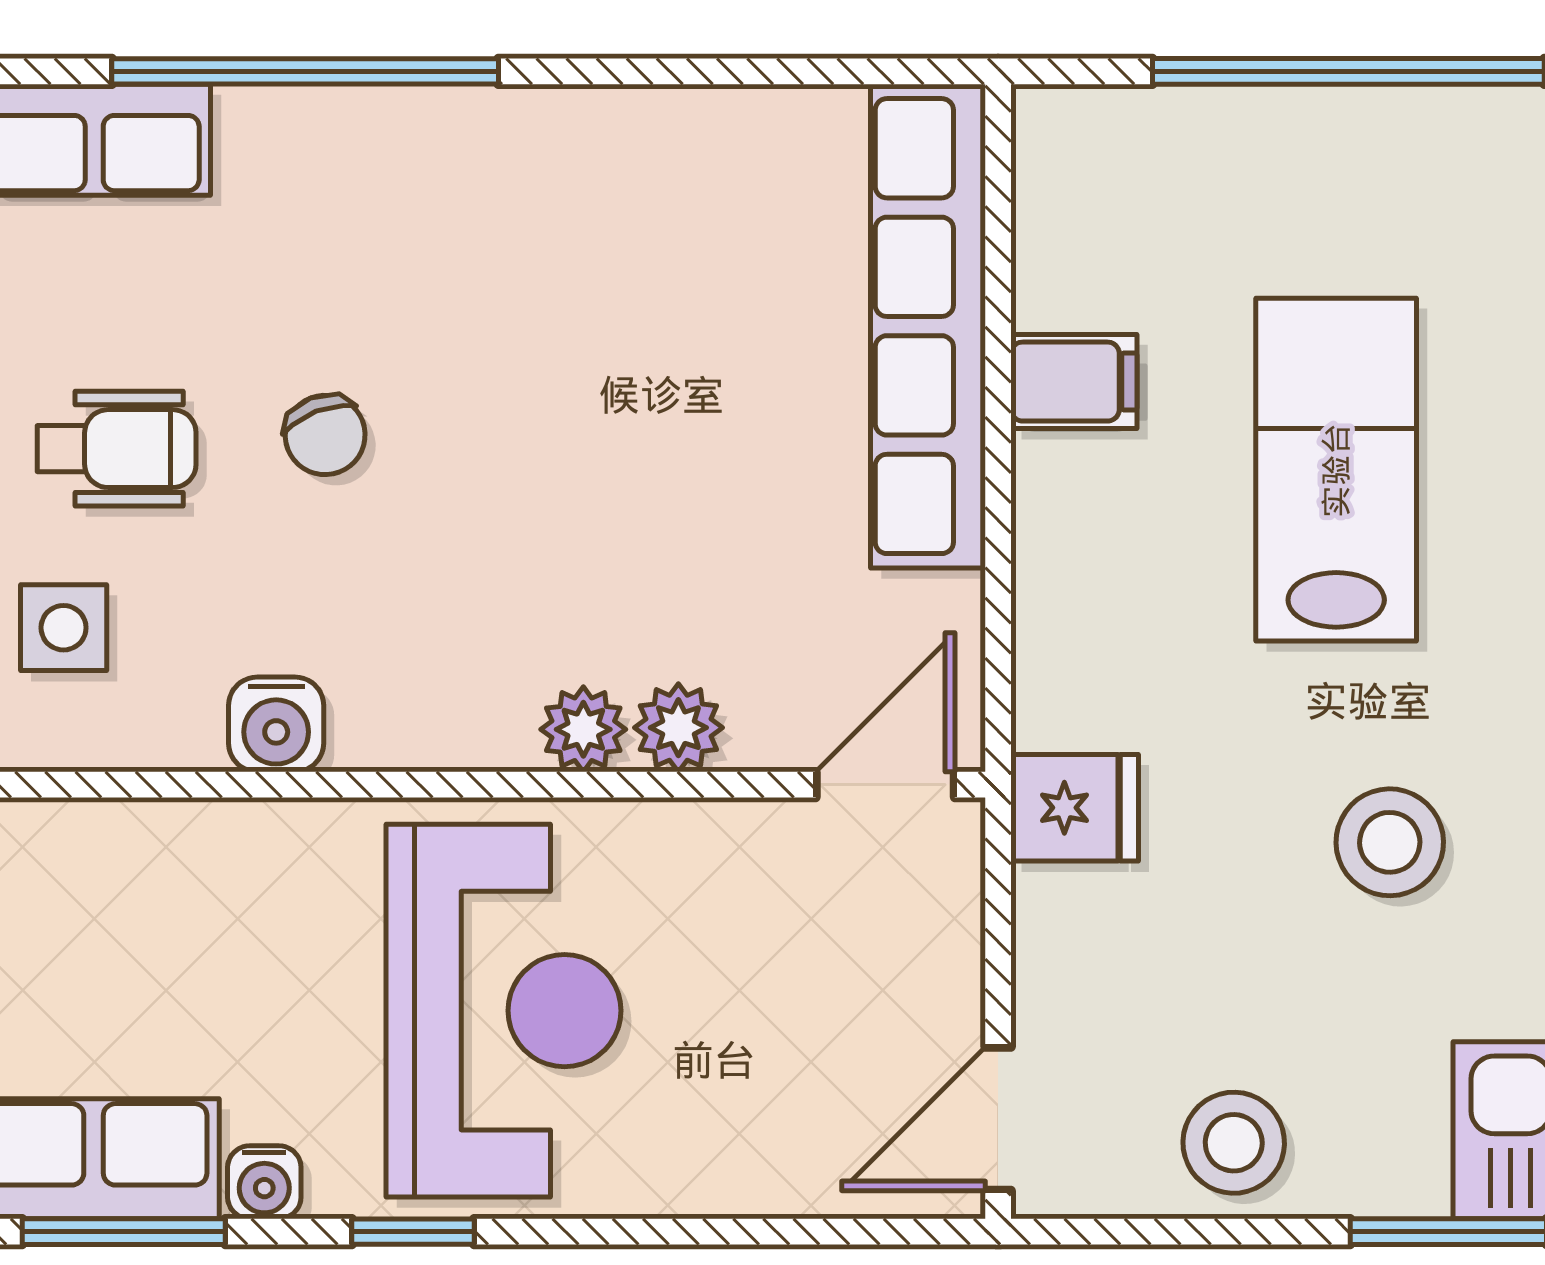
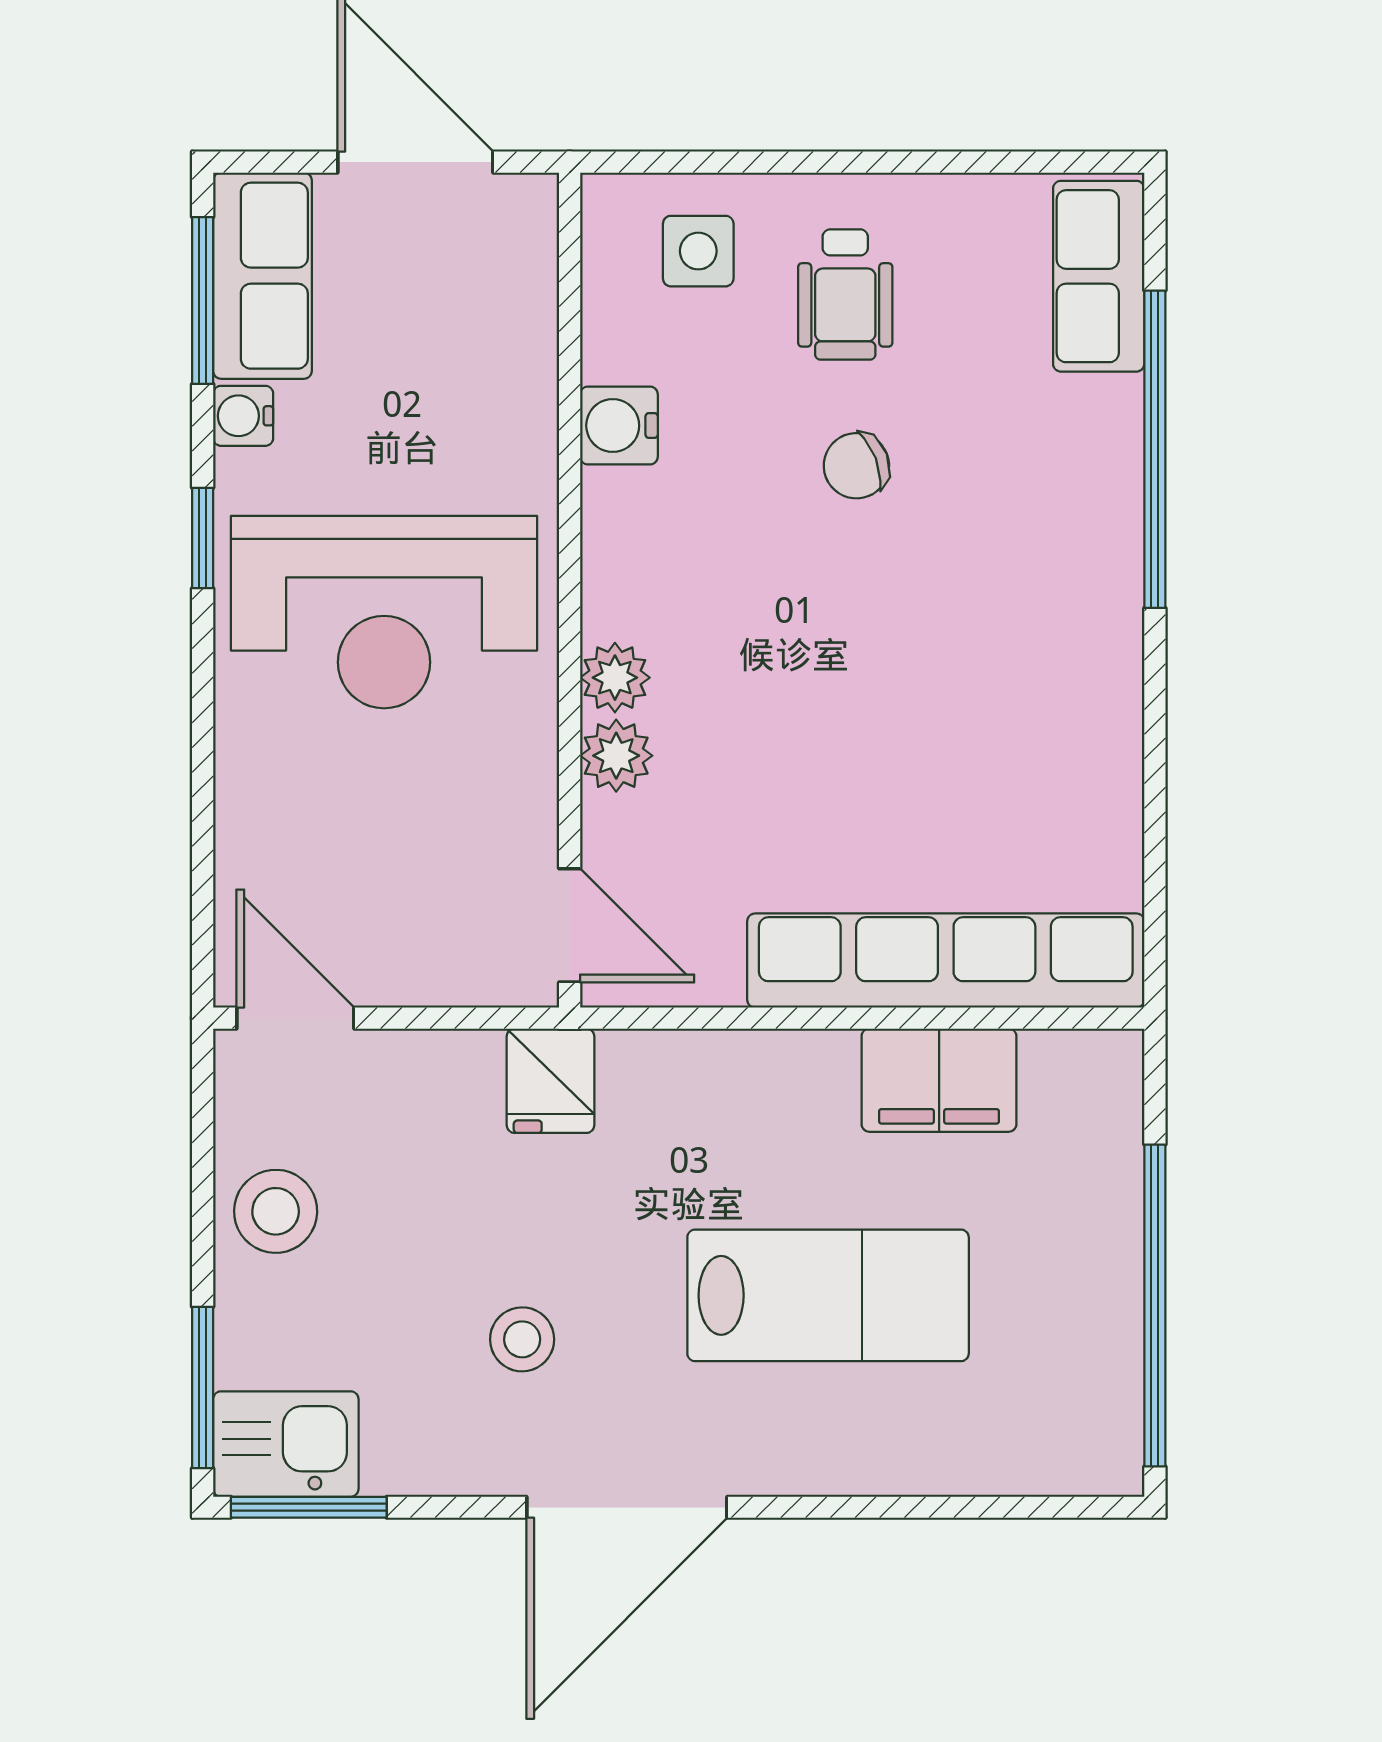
filing cabinet: (1074, 382) -> (939, 1080), width x2.00
stool: (1390, 842) -> (522, 1339), width x0.73, depth x0.73

